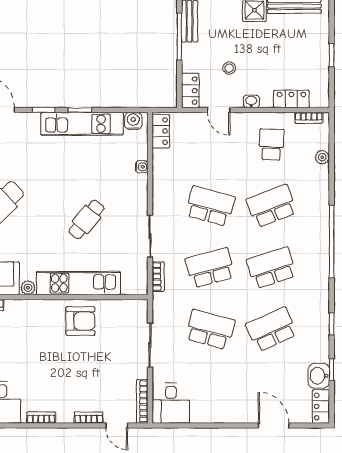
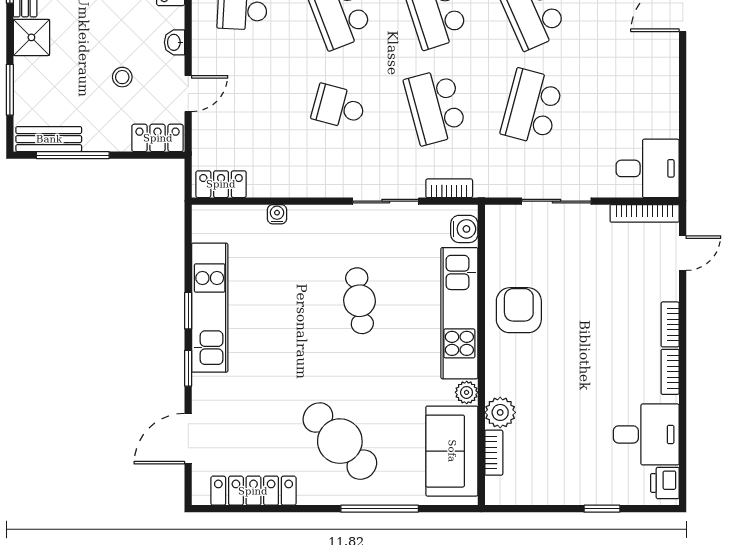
water cooler: (133, 121) -> (464, 229), moved, turned 180
school desk: (210, 206) -> (339, 107), width x0.54
cafe table: (86, 219) -> (360, 301), turned 44
plant: (15, 309) -> (500, 412), added
bookcase: (89, 418) -> (670, 324), moved

